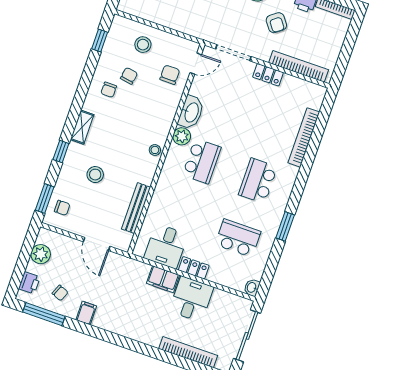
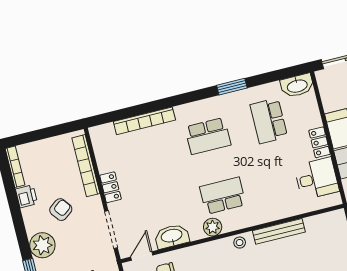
door: (196, 64) -> (142, 256), hinge flipped
washbasin: (191, 112) -> (172, 236), moved
bench: (136, 208) -> (279, 231), moved
washbasin: (252, 288) -> (297, 86), width x1.91, depth x1.45

